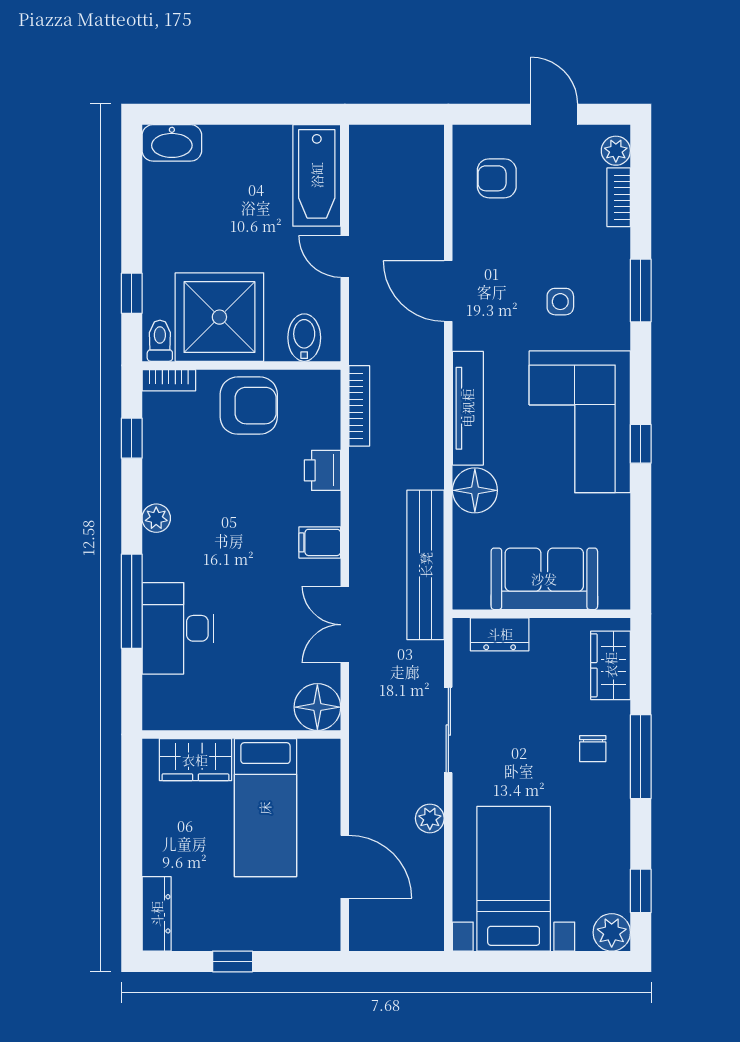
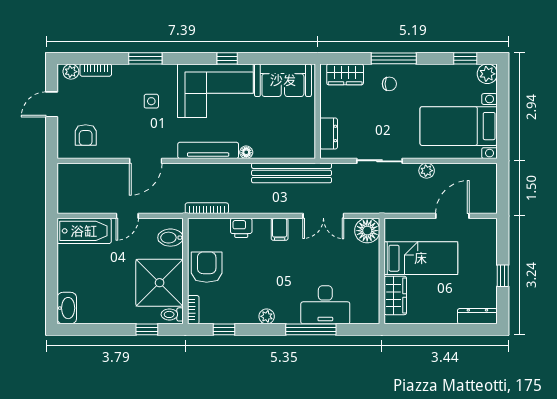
floor lamp: (475, 490) -> (246, 152), width x0.53, depth x0.53
sofa: (544, 579) -> (283, 80), moved, turned -90

